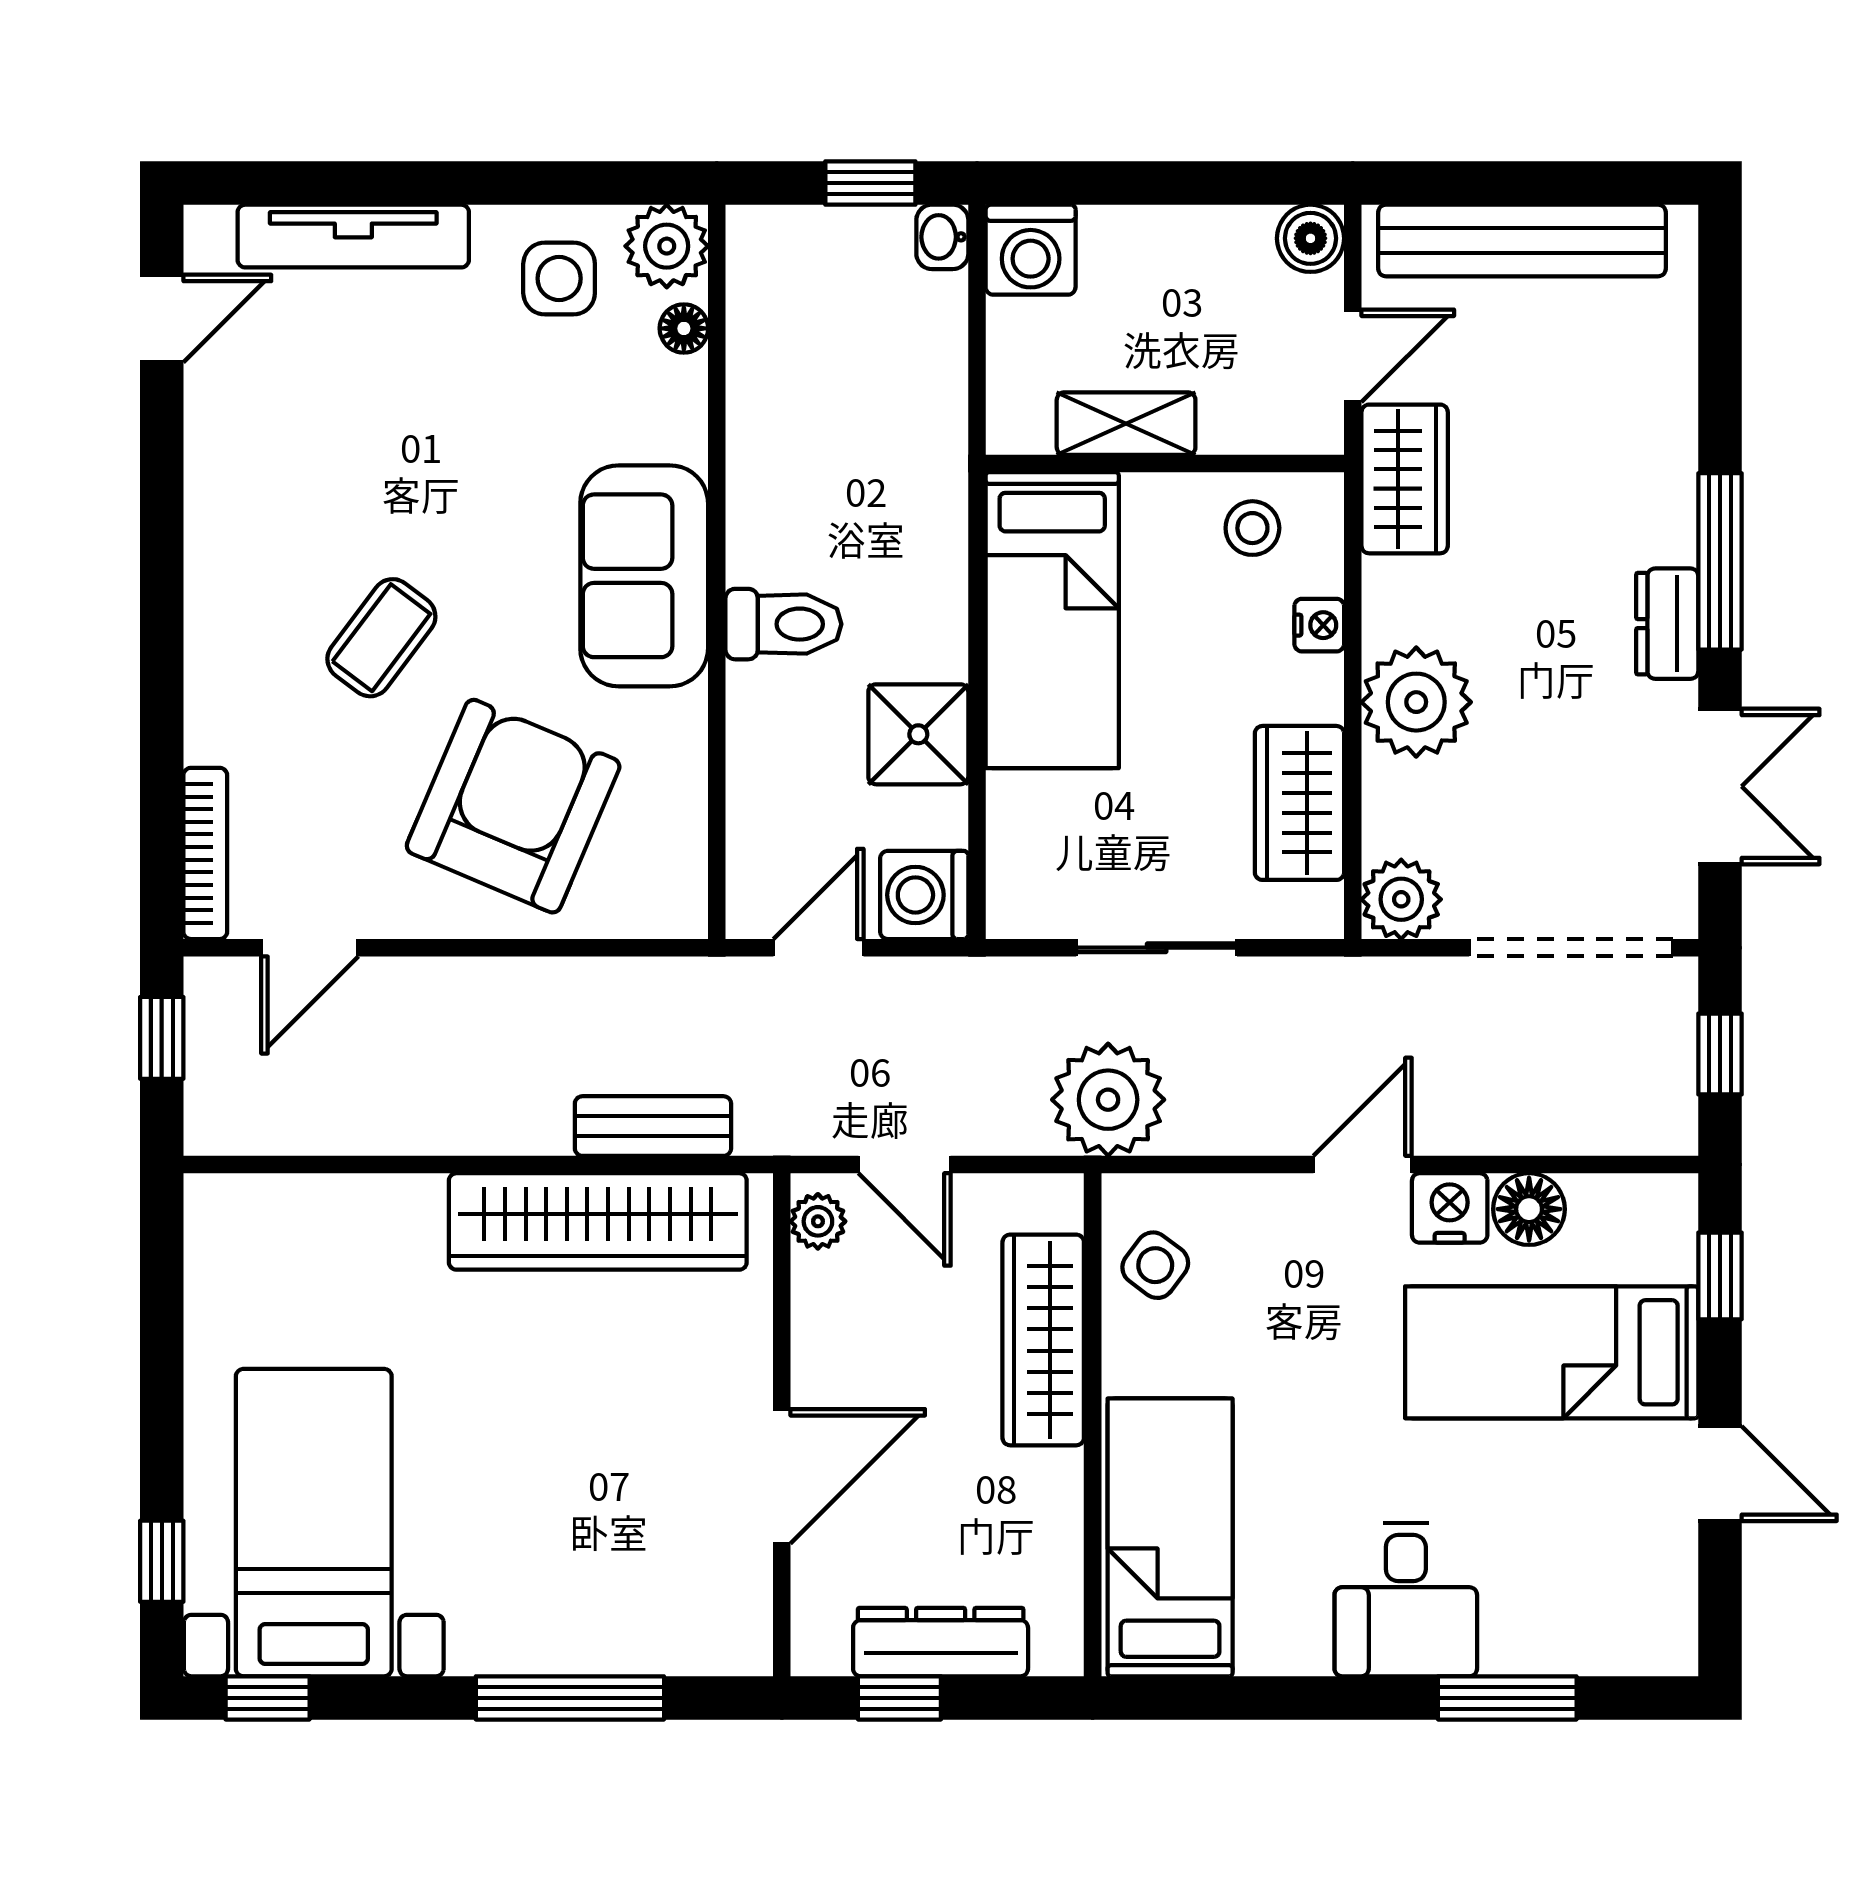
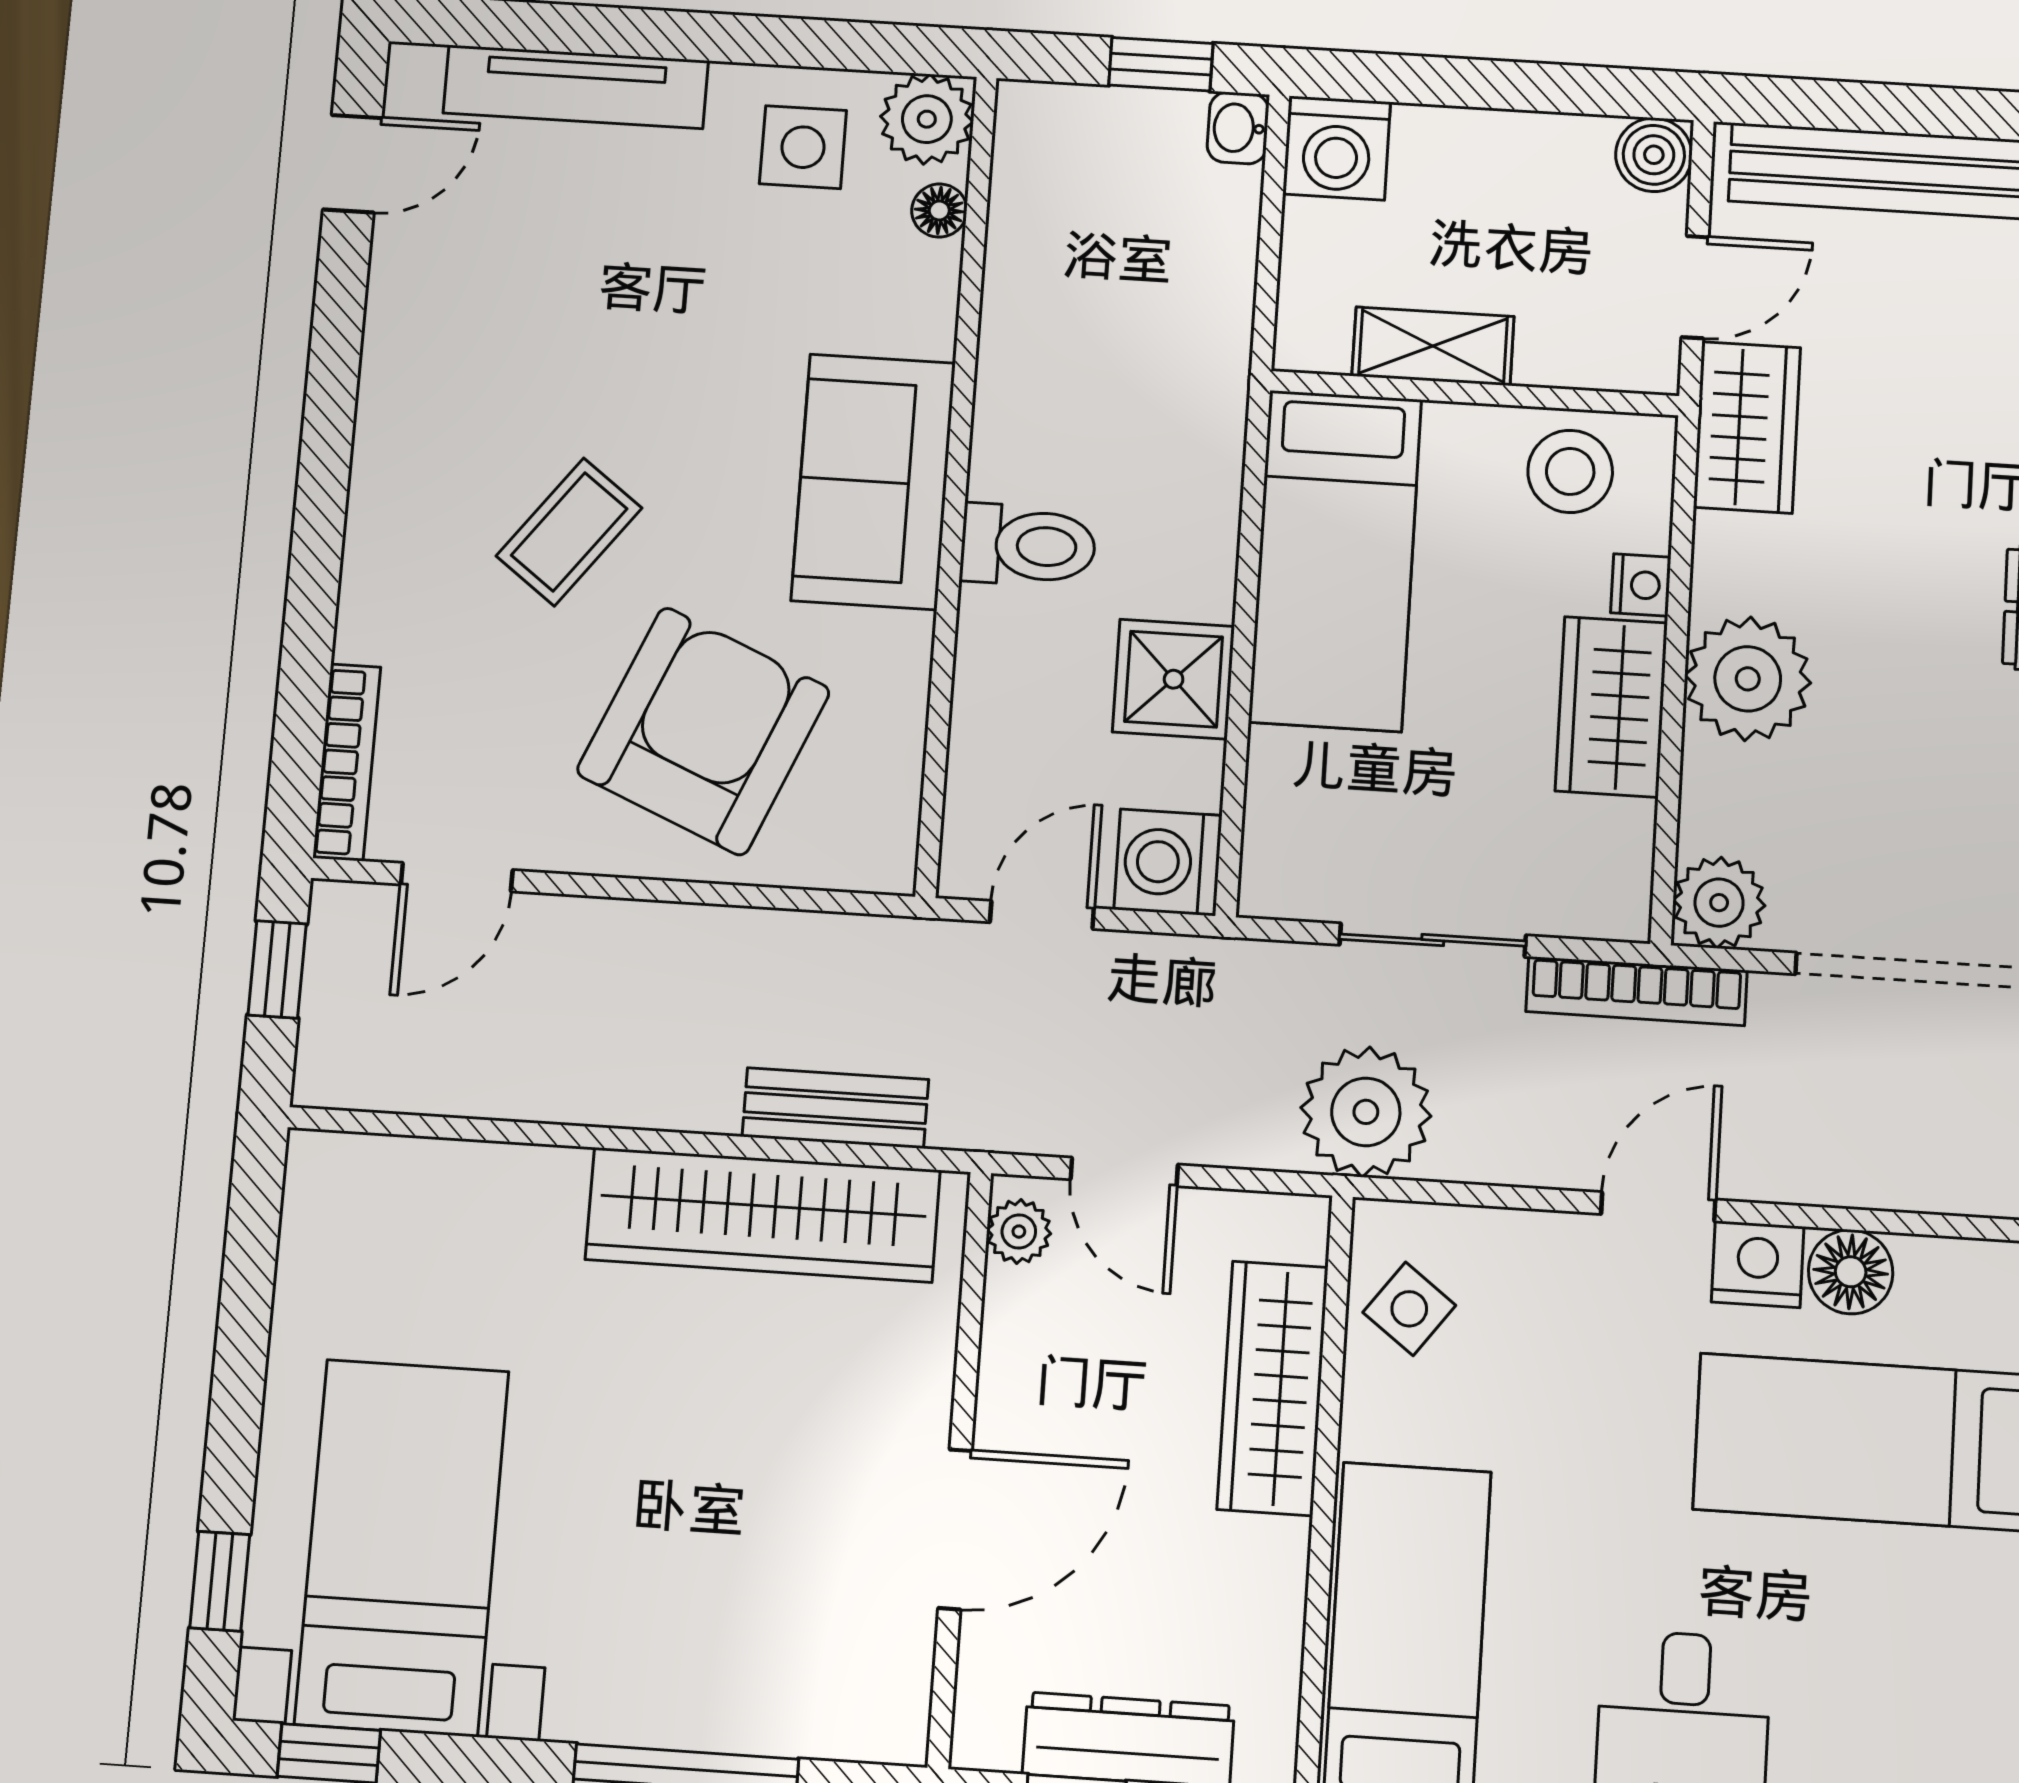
stool: (1252, 528) -> (1570, 471), width x1.37, depth x1.37
wardrobe: (1299, 803) -> (1611, 707), moved
bookcase: (1334, 980) -> (1637, 991), added

